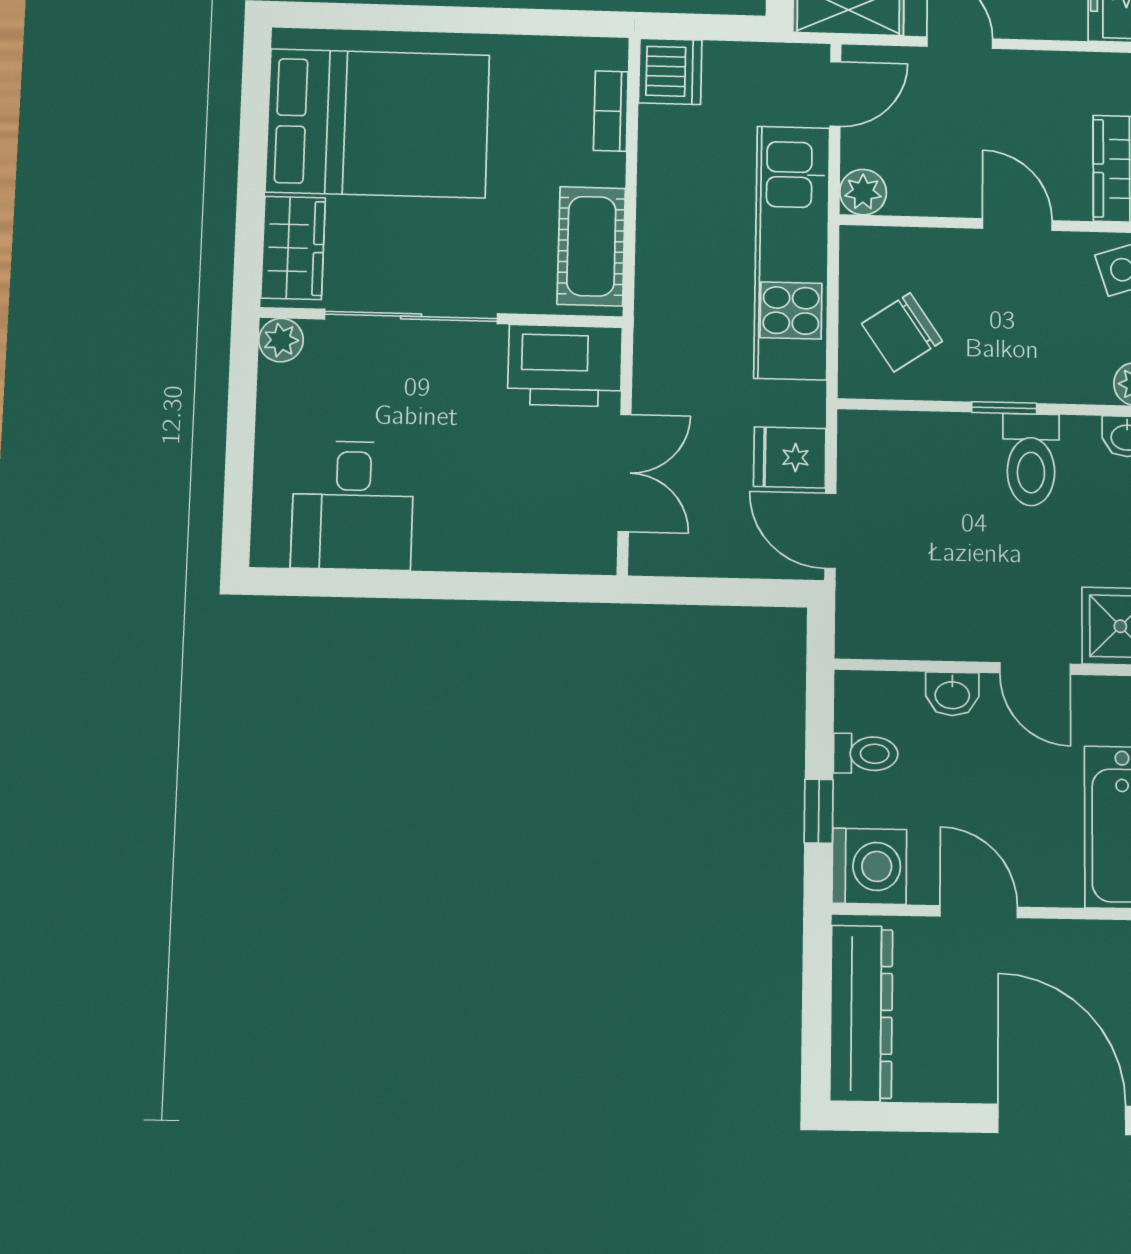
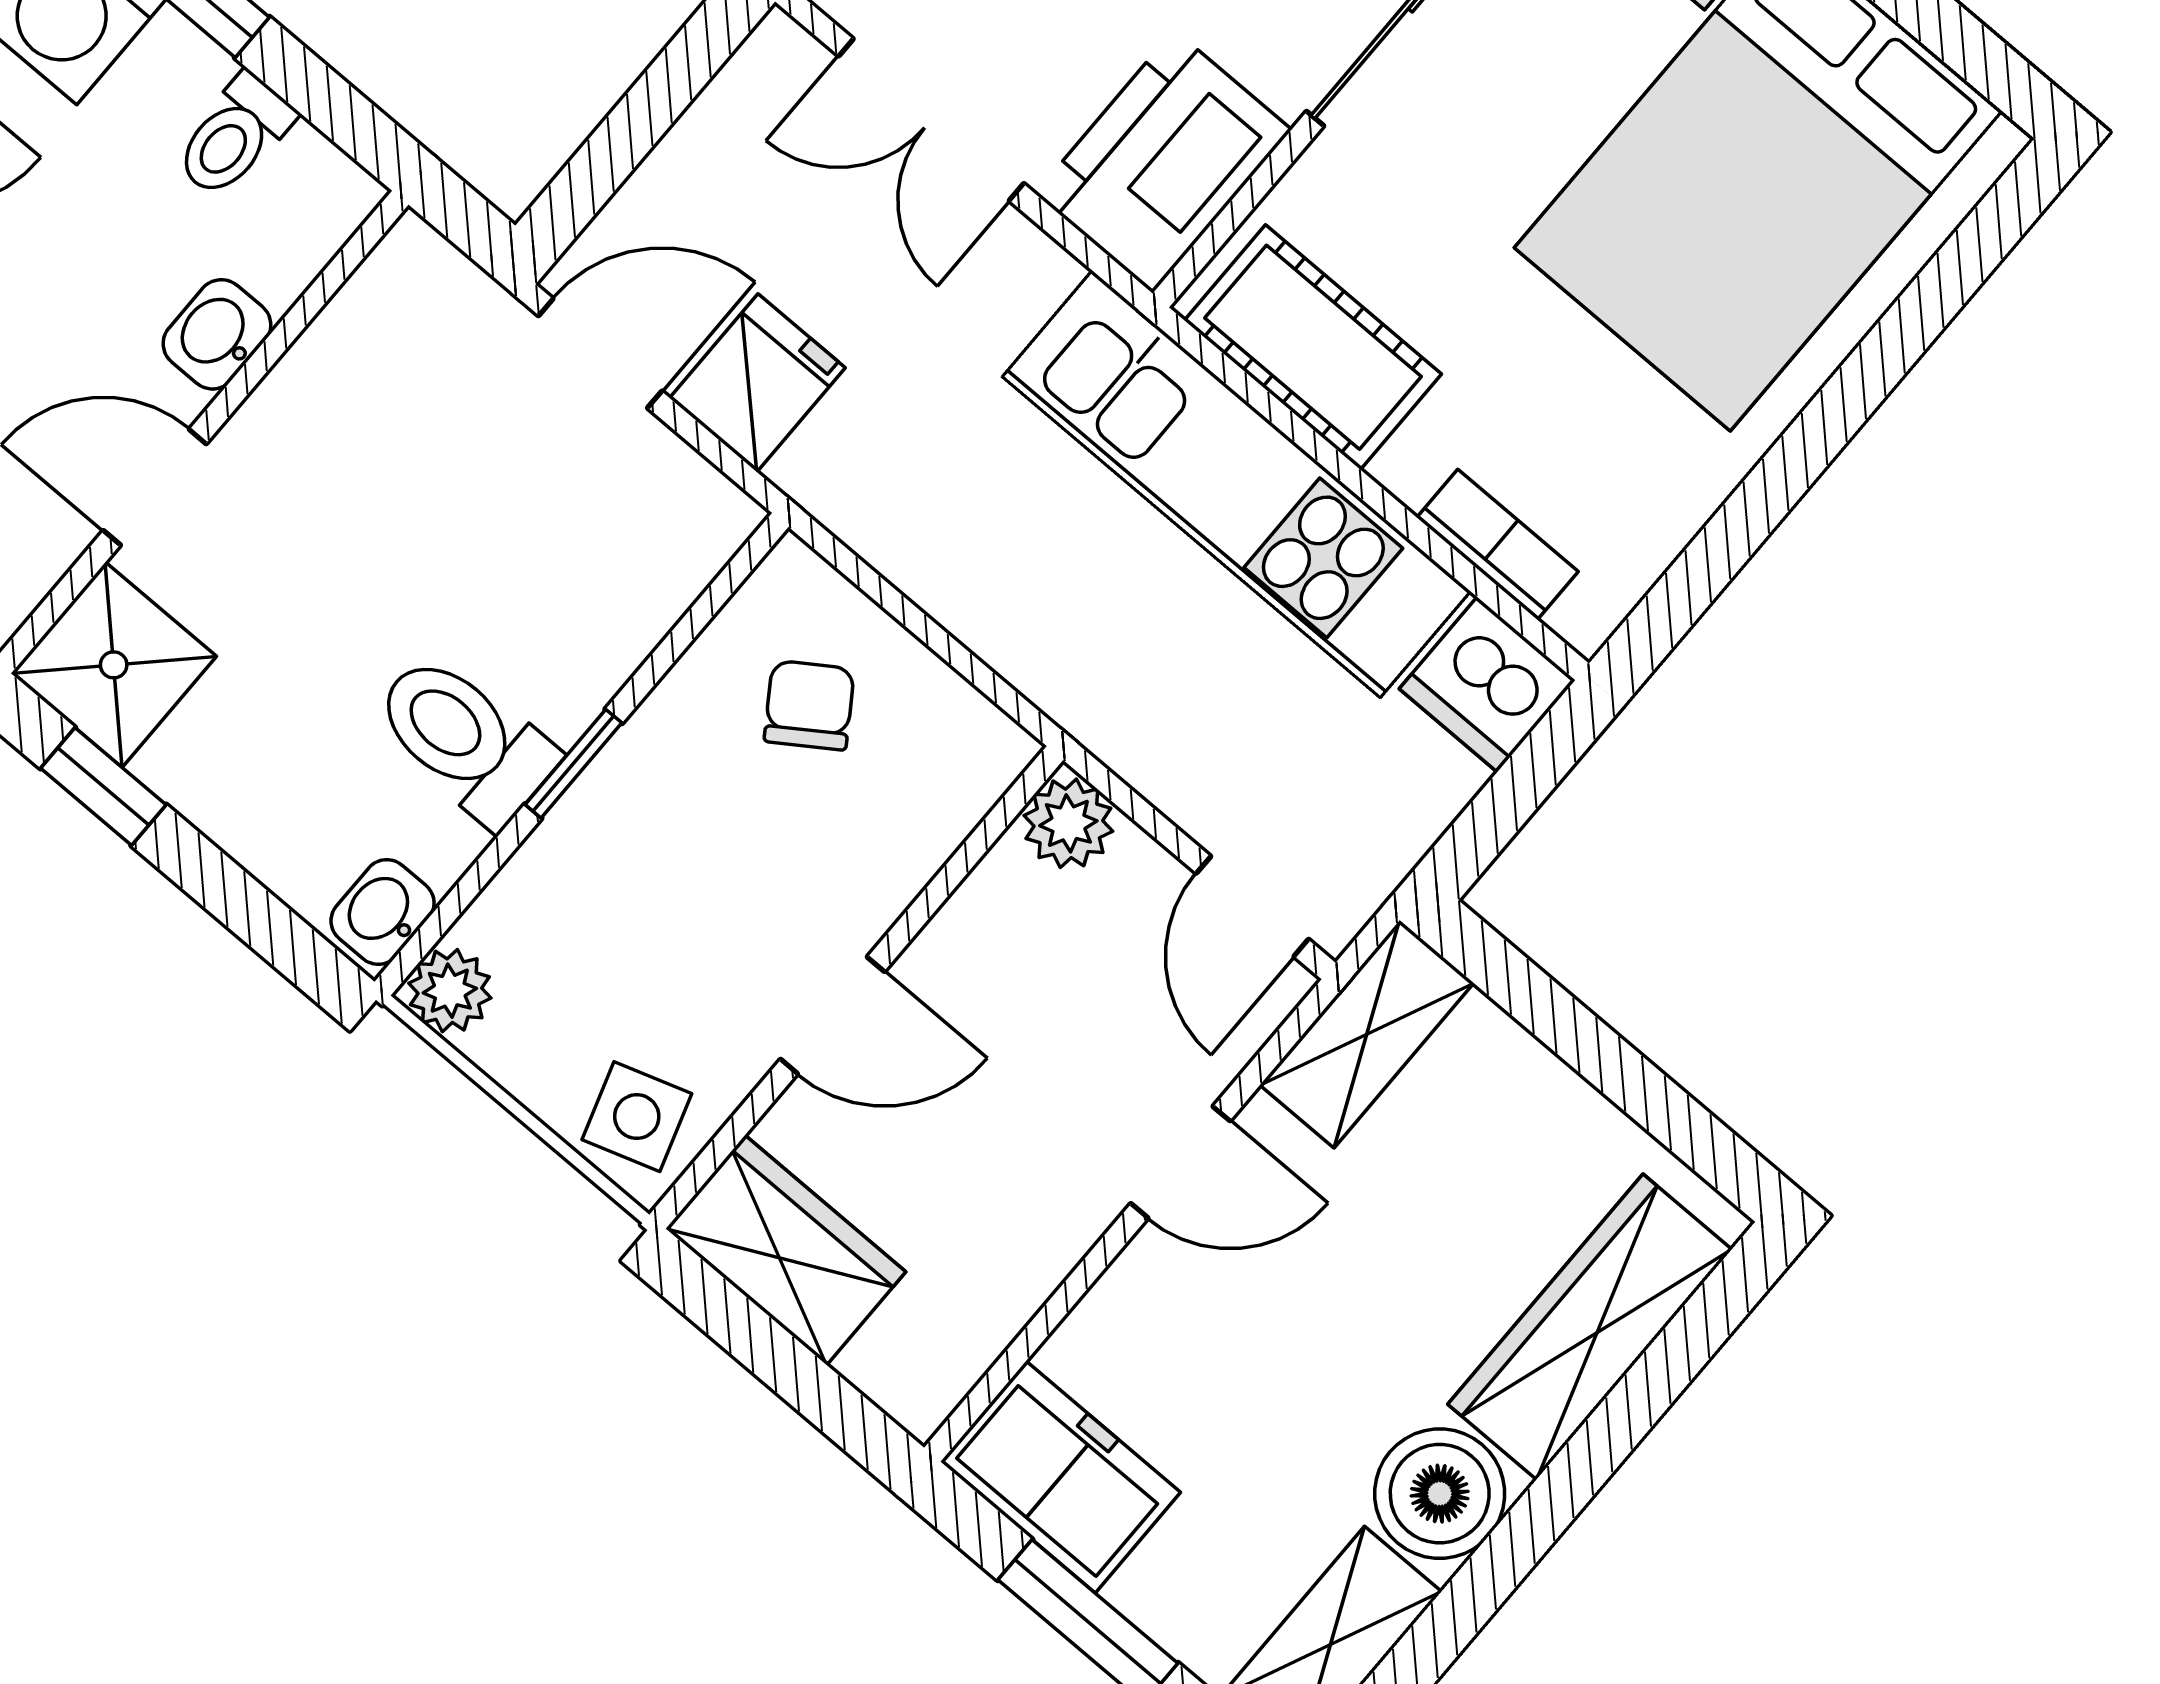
kitchen unit: (792, 252) -> (1236, 484), moved, turned 180
chair: (902, 332) -> (809, 705), width x0.73, depth x0.73

